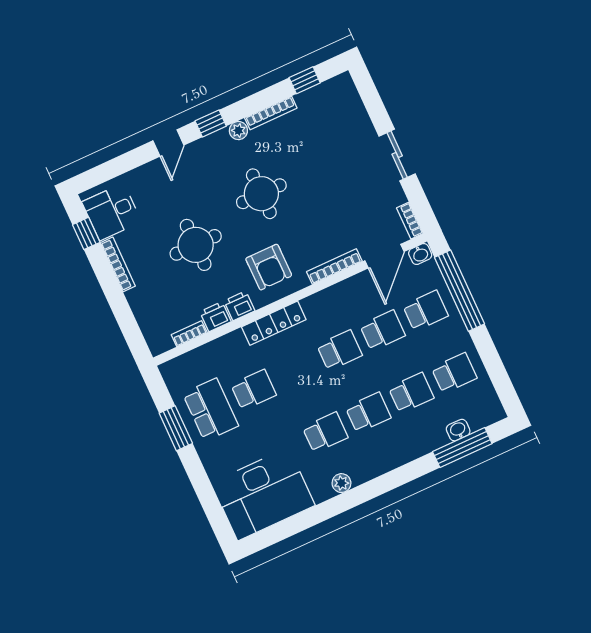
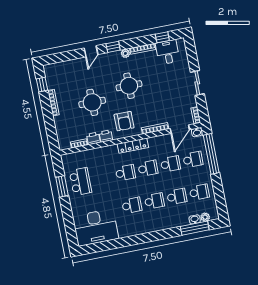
desk: (112, 212) -> (168, 52), moved, turned 90
locker: (274, 323) -> (133, 146), moved
school desk: (253, 390) -> (125, 173), moved
plant: (341, 483) -> (205, 217), moved

